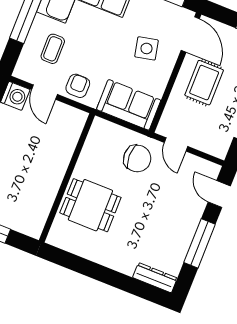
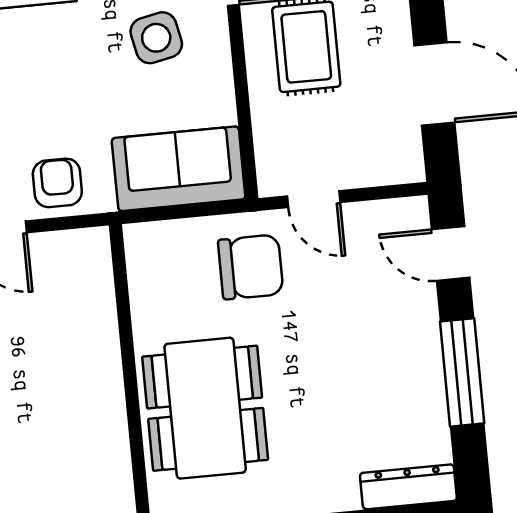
dining table: (90, 205) -> (205, 408), width x1.38

